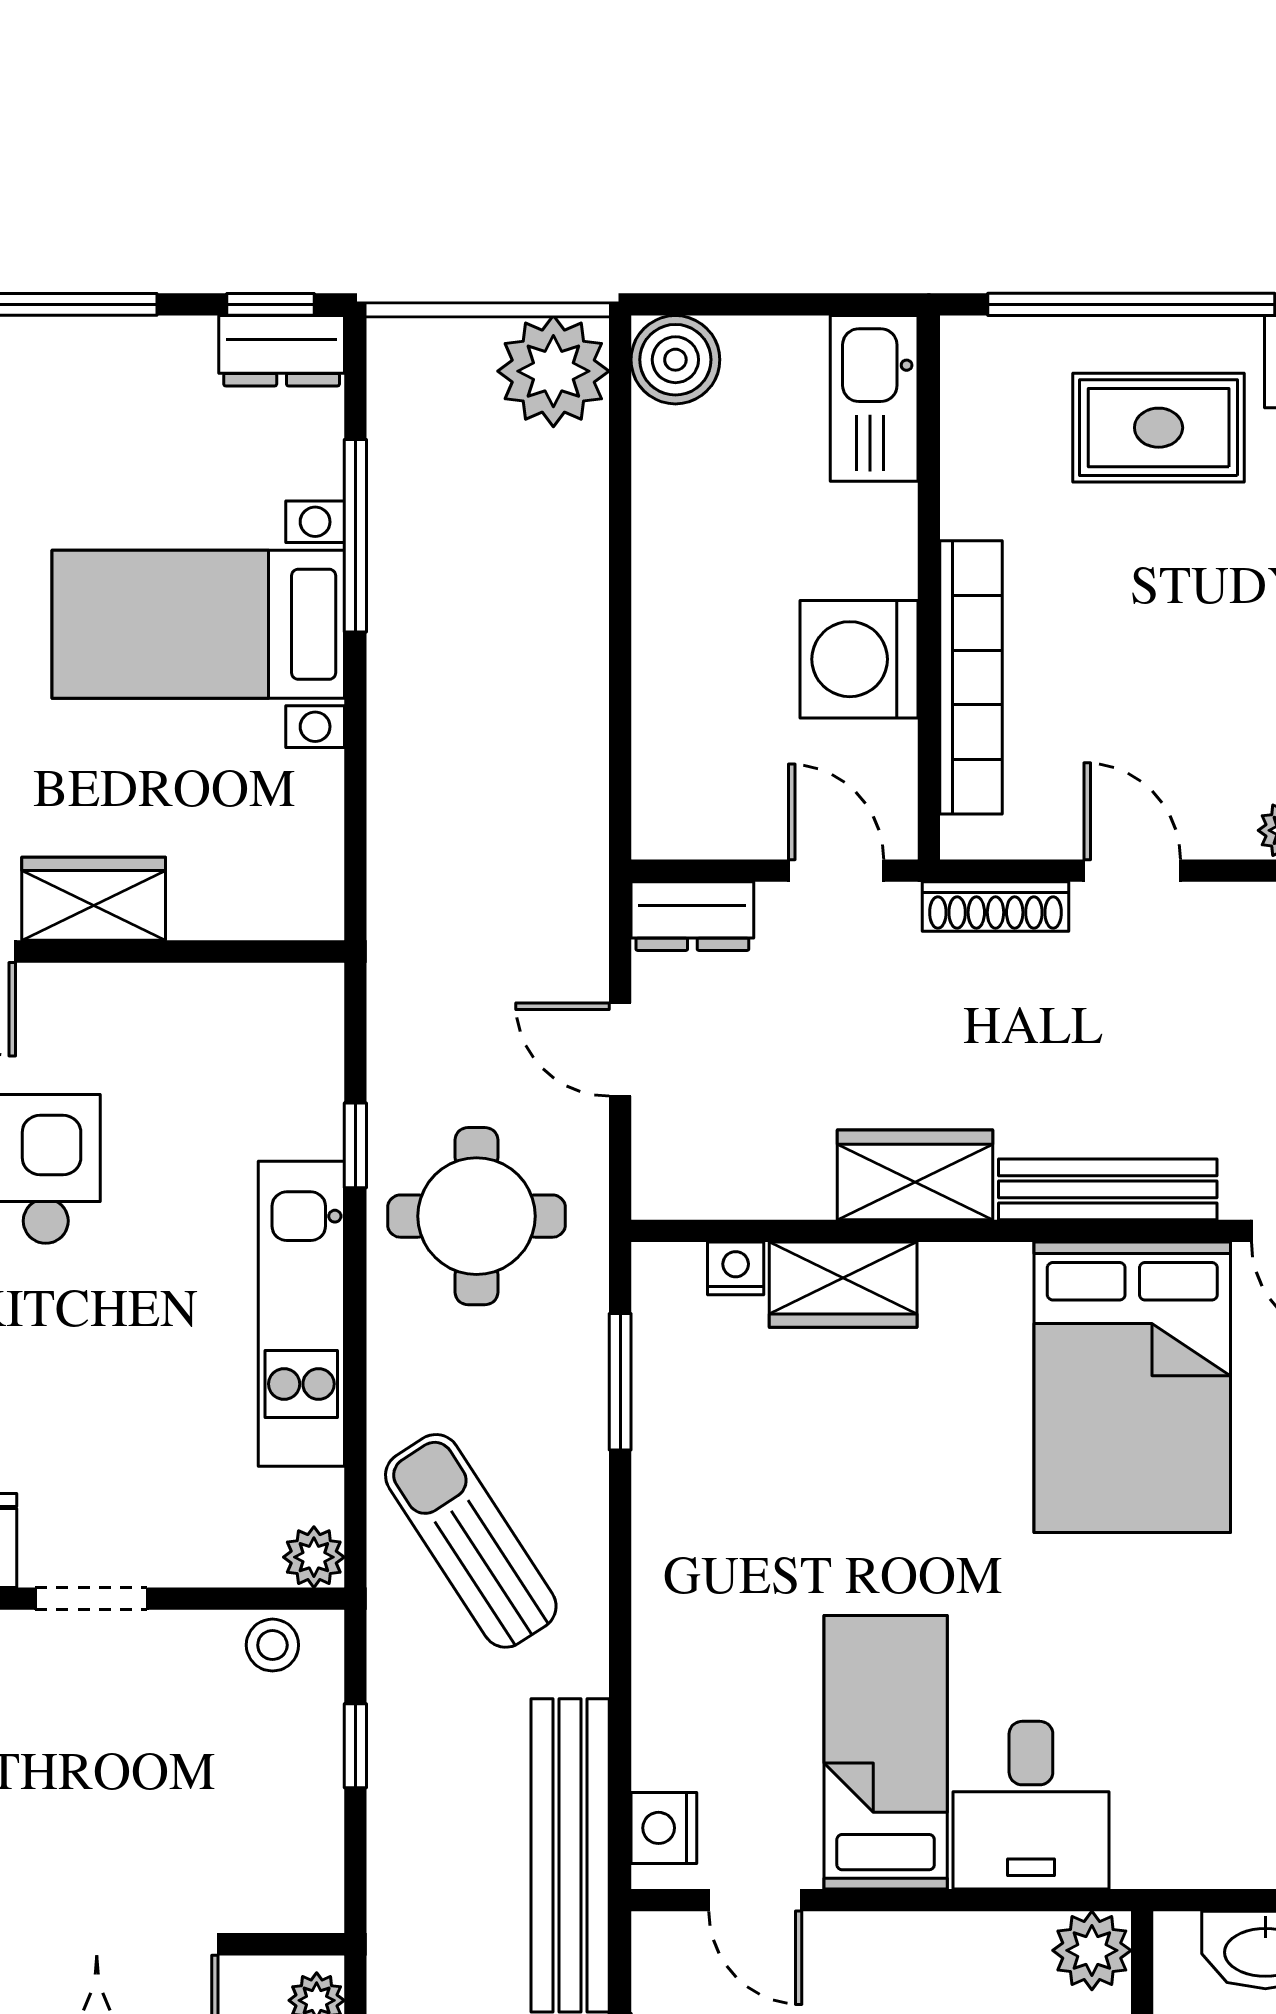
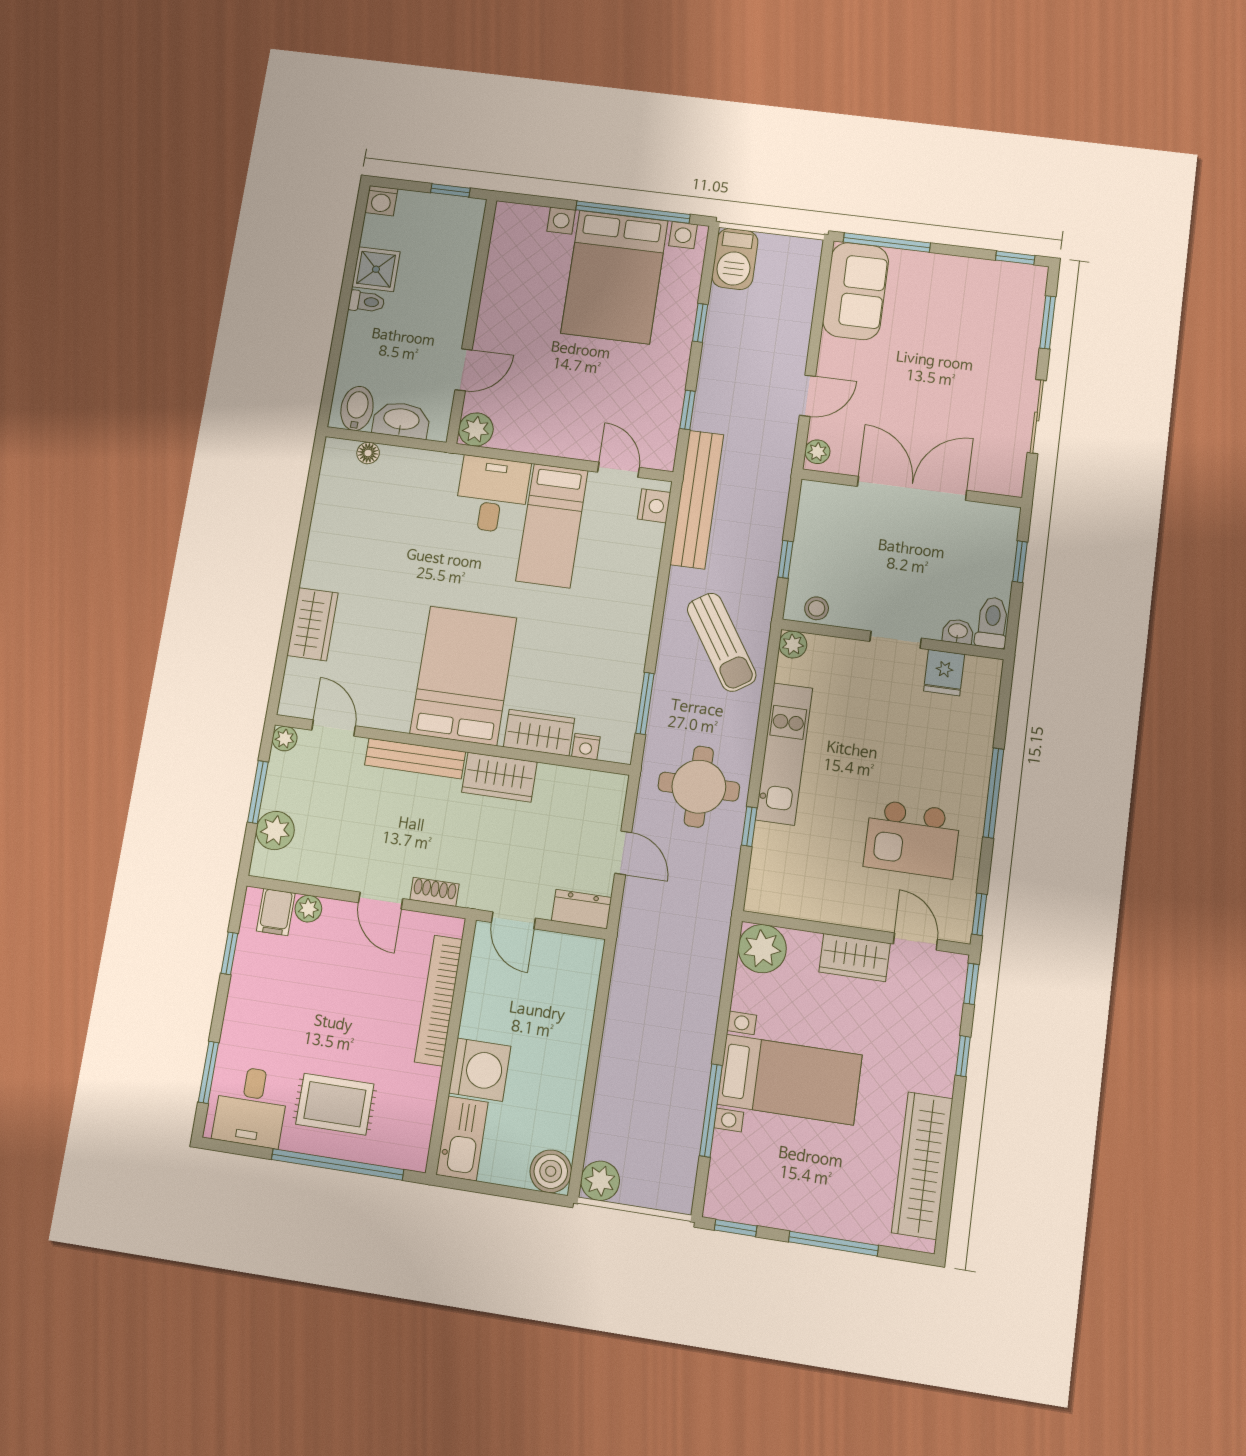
dresser: (282, 351) -> (733, 1205), removed
plant: (553, 371) -> (600, 1181), width x0.73, depth x0.73
washing machine: (859, 659) -> (480, 1070), moved
plant: (293, 889) -> (762, 949), added
shoe rack: (995, 907) -> (435, 892), width x0.70
bed: (1132, 1387) -> (463, 676), moved

